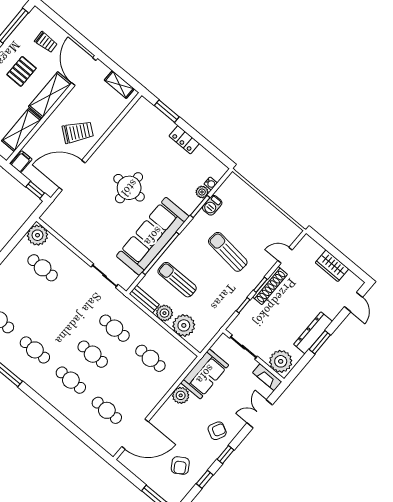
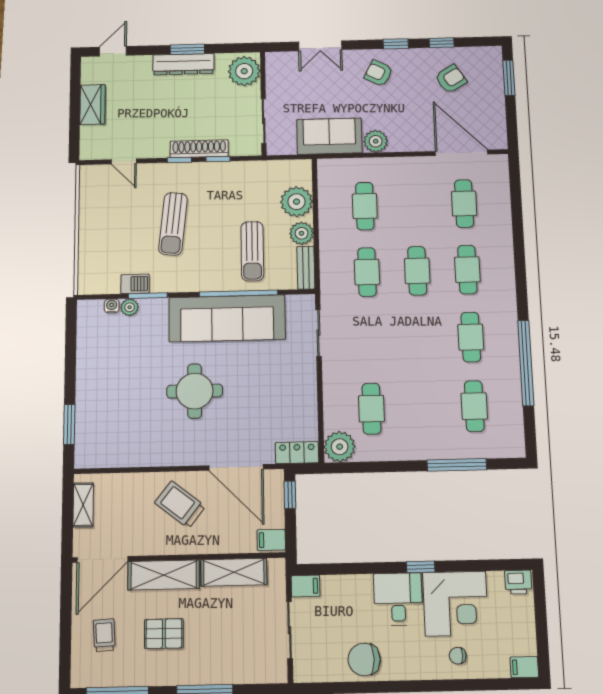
locker: (184, 140) -> (297, 453), moved, turned -90
shoe rack: (270, 286) -> (199, 149), moved
fireplace: (267, 377) -> (274, 71), removed

